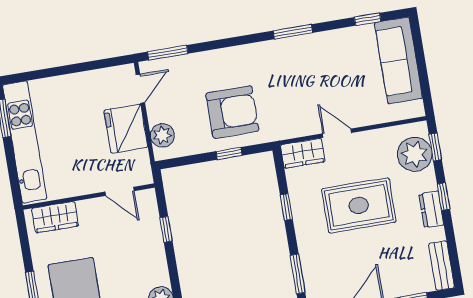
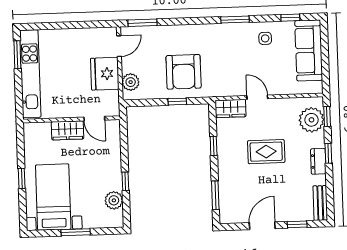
side table: (337, 52) -> (265, 38), added
armchair: (232, 112) -> (184, 72), turned 90
rug: (359, 205) -> (266, 152), width x0.73, depth x0.70
wardrobe: (55, 217) -> (68, 130), moved
window: (166, 229) -> (125, 181), moved

